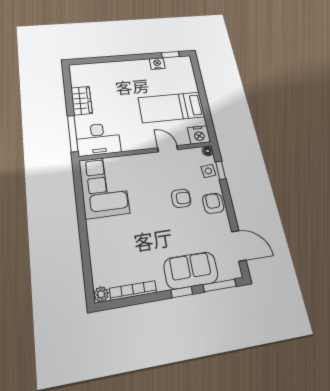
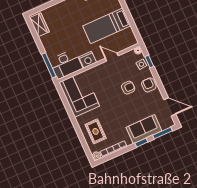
wardrobe: (82, 101) -> (39, 25), moved
nightstand: (199, 135) -> (88, 60), moved
rug: (112, 252) -> (96, 131), added

